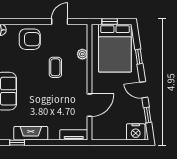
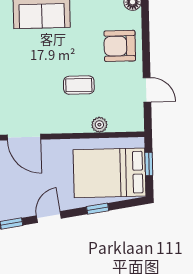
armchair: (30, 39) -> (120, 46), turned 90

